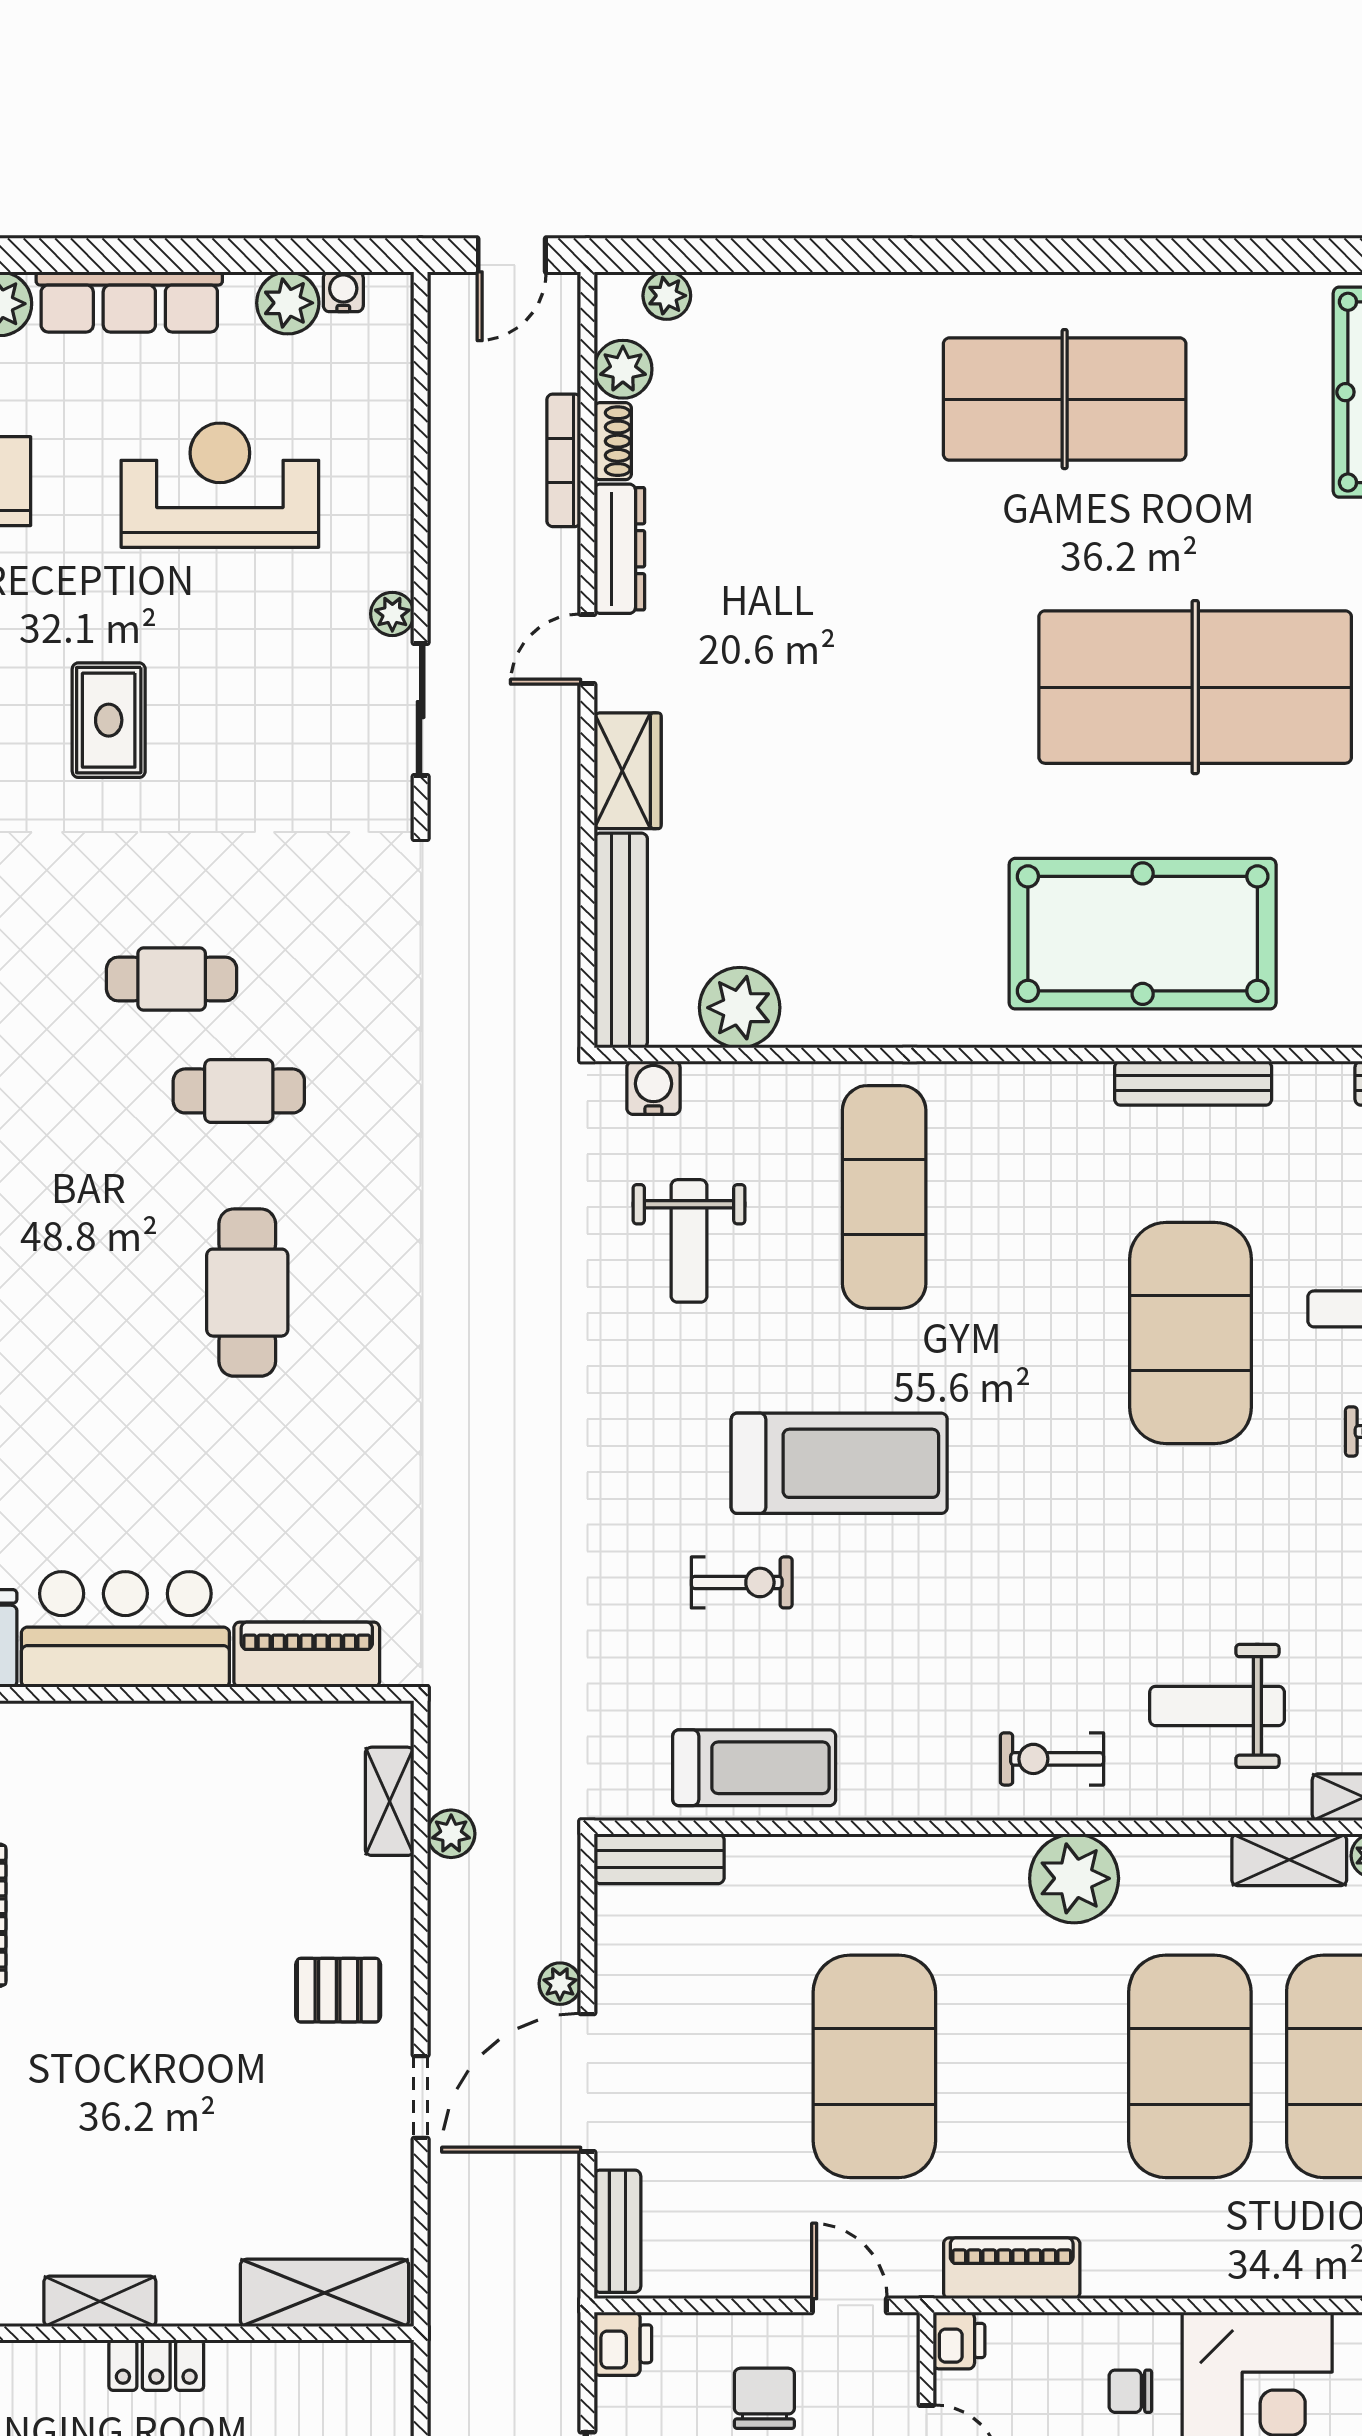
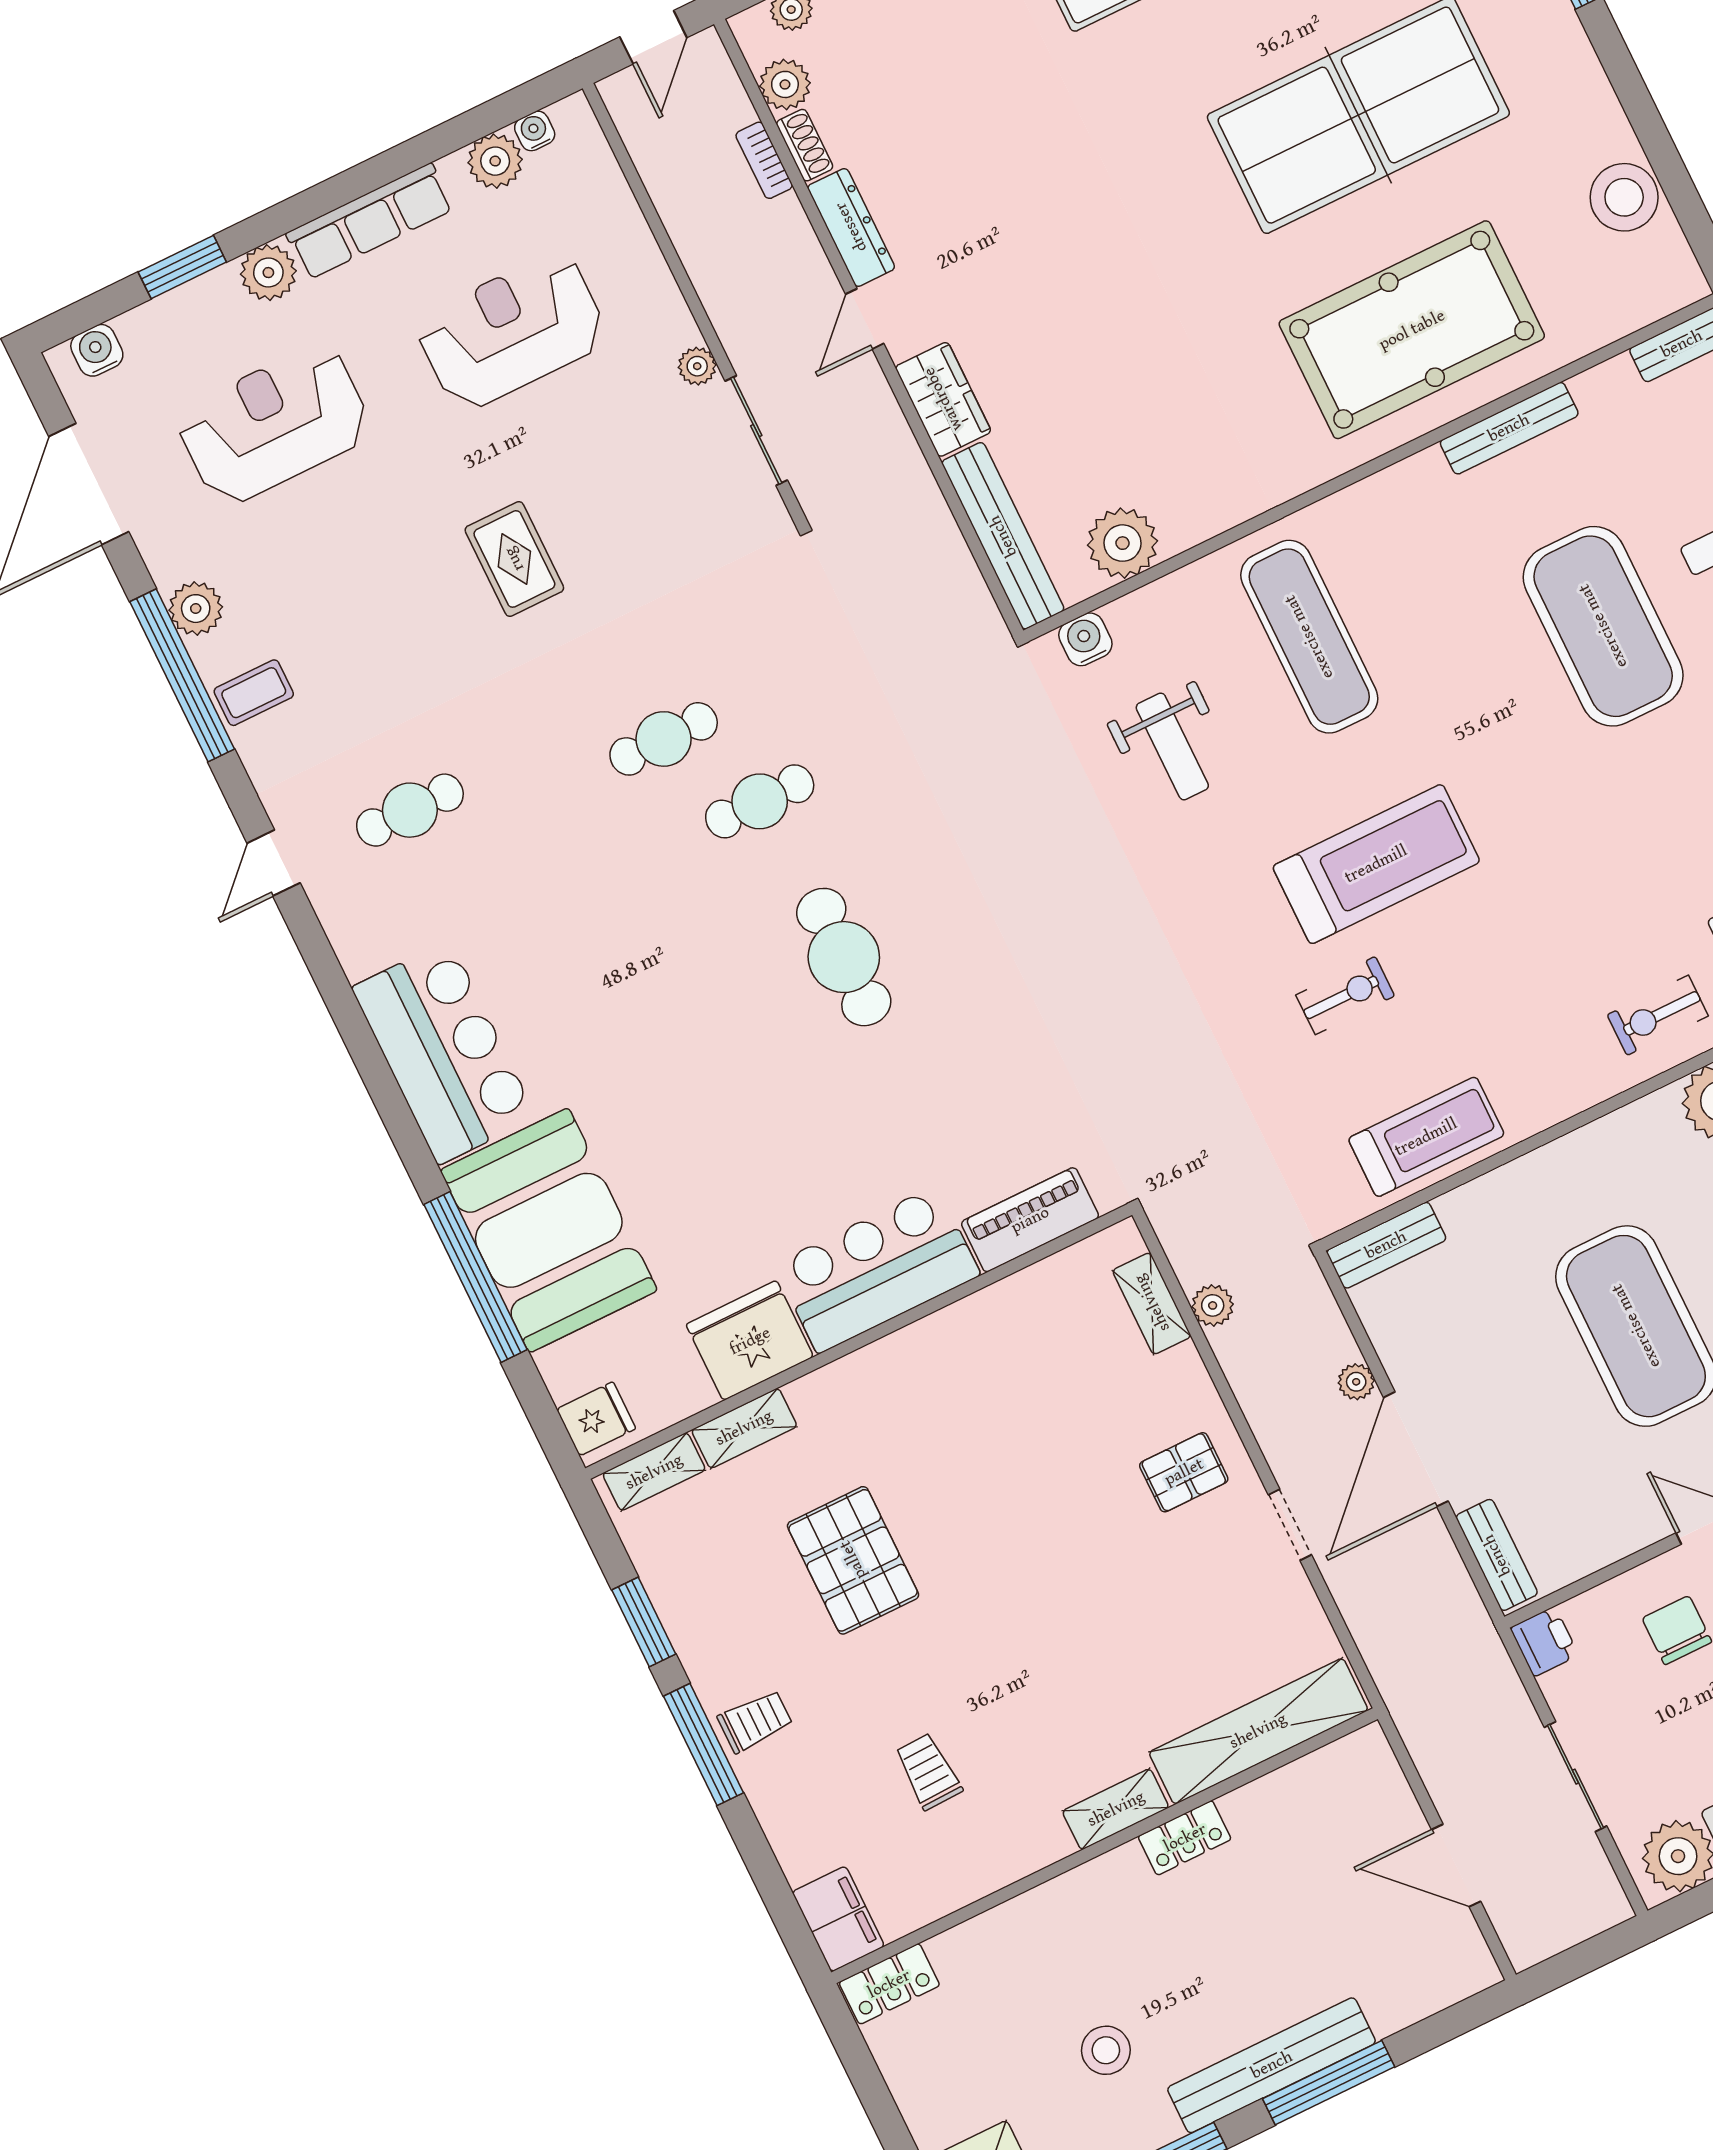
bookcase: (564, 460) -> (764, 160), width x0.64
shelving: (325, 2293) -> (1258, 1731), width x1.47

